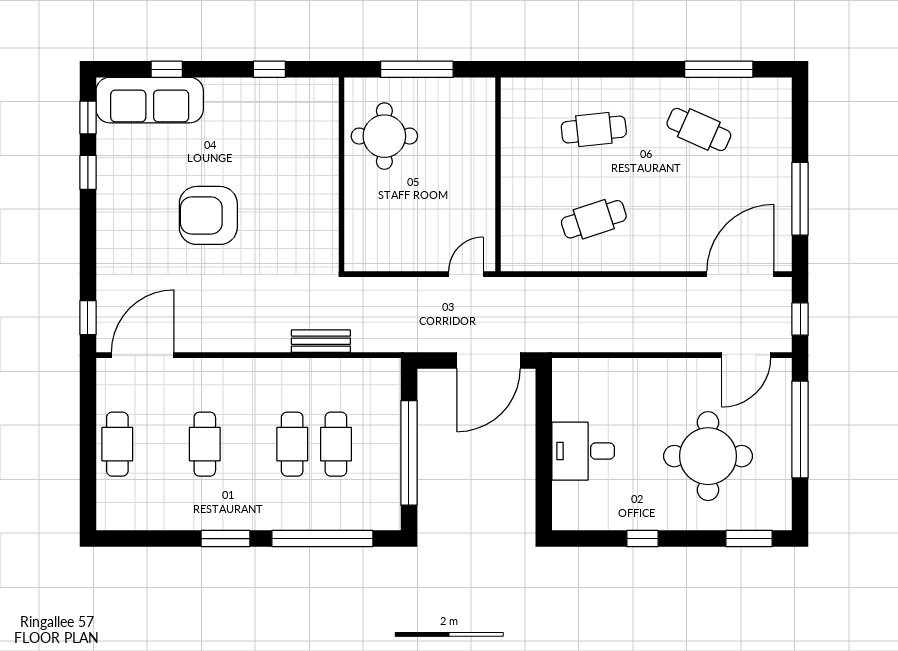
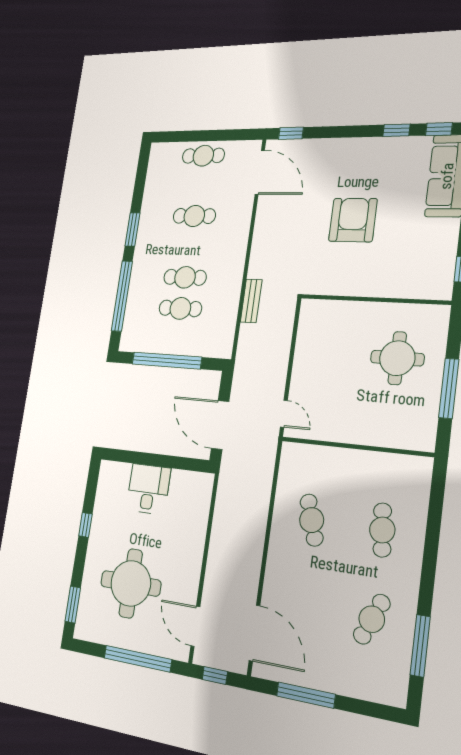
wall: (342, 174) -> (374, 300), moved

